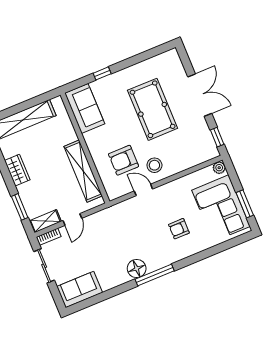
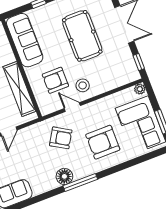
sofa: (85, 108) -> (25, 40), width x1.36
armchair: (131, 225) -> (61, 138), added
armchair: (179, 229) -> (103, 142), width x1.88, depth x1.88

